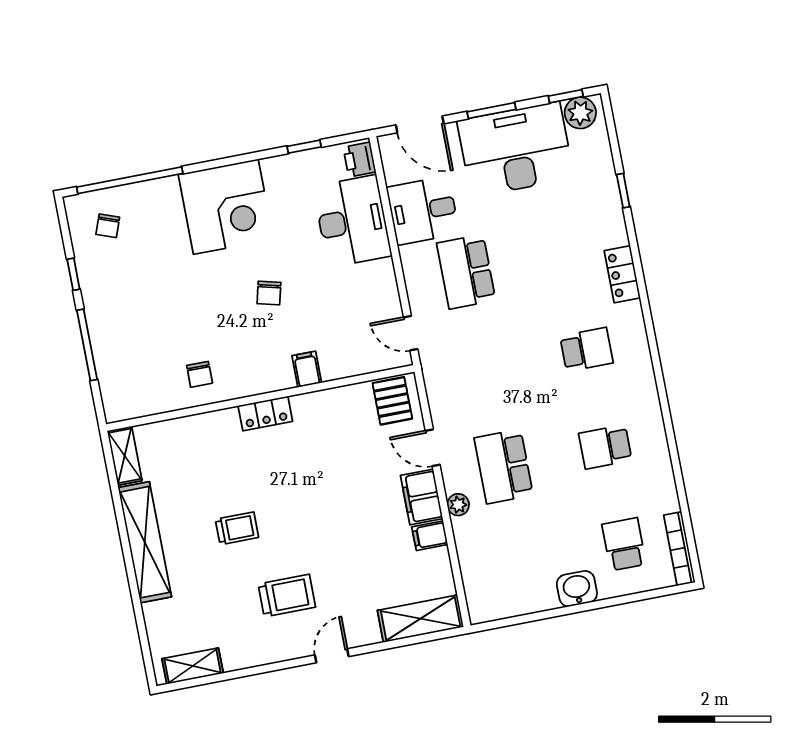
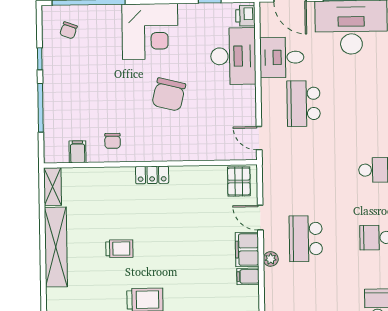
chair: (269, 293) -> (169, 94), width x1.87, depth x1.87
filing cabinet: (307, 369) -> (78, 152), moved

